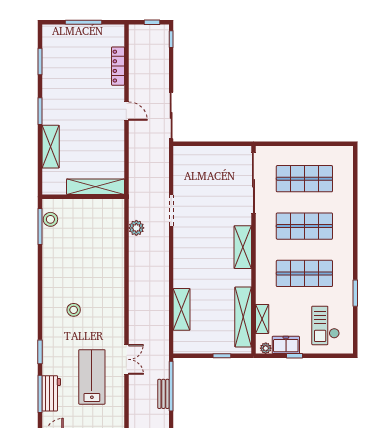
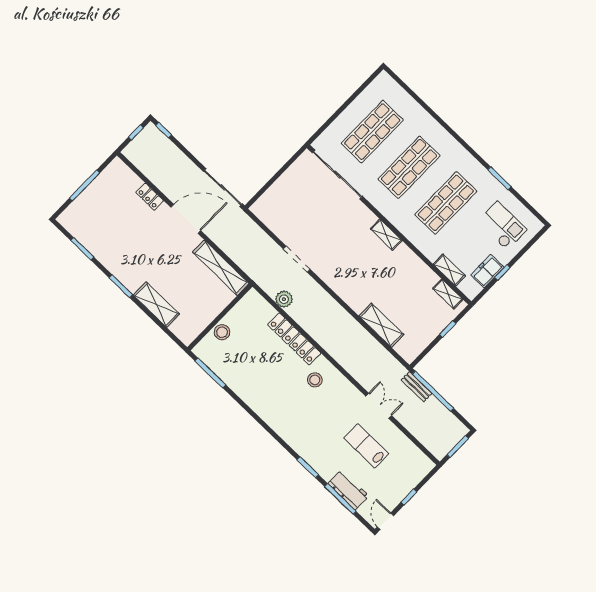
locker: (118, 66) -> (150, 197), width x0.66
door: (126, 111) -> (186, 219), width x1.88
shelving: (96, 187) -> (221, 268), moved, turned 90
stool: (50, 219) -> (222, 332), moved
shelving: (243, 247) -> (386, 235), width x0.67, depth x0.75
locker: (117, 260) -> (294, 339), added
stool: (74, 310) -> (315, 380), moved
shelving: (243, 317) -> (448, 294), width x0.45, depth x0.75
checkout: (326, 325) -> (502, 226), turned 180
plant: (266, 348) -> (475, 289), removed
lab bench: (92, 377) -> (366, 446), width x0.73, depth x0.72
bench: (163, 394) -> (416, 387), moved

